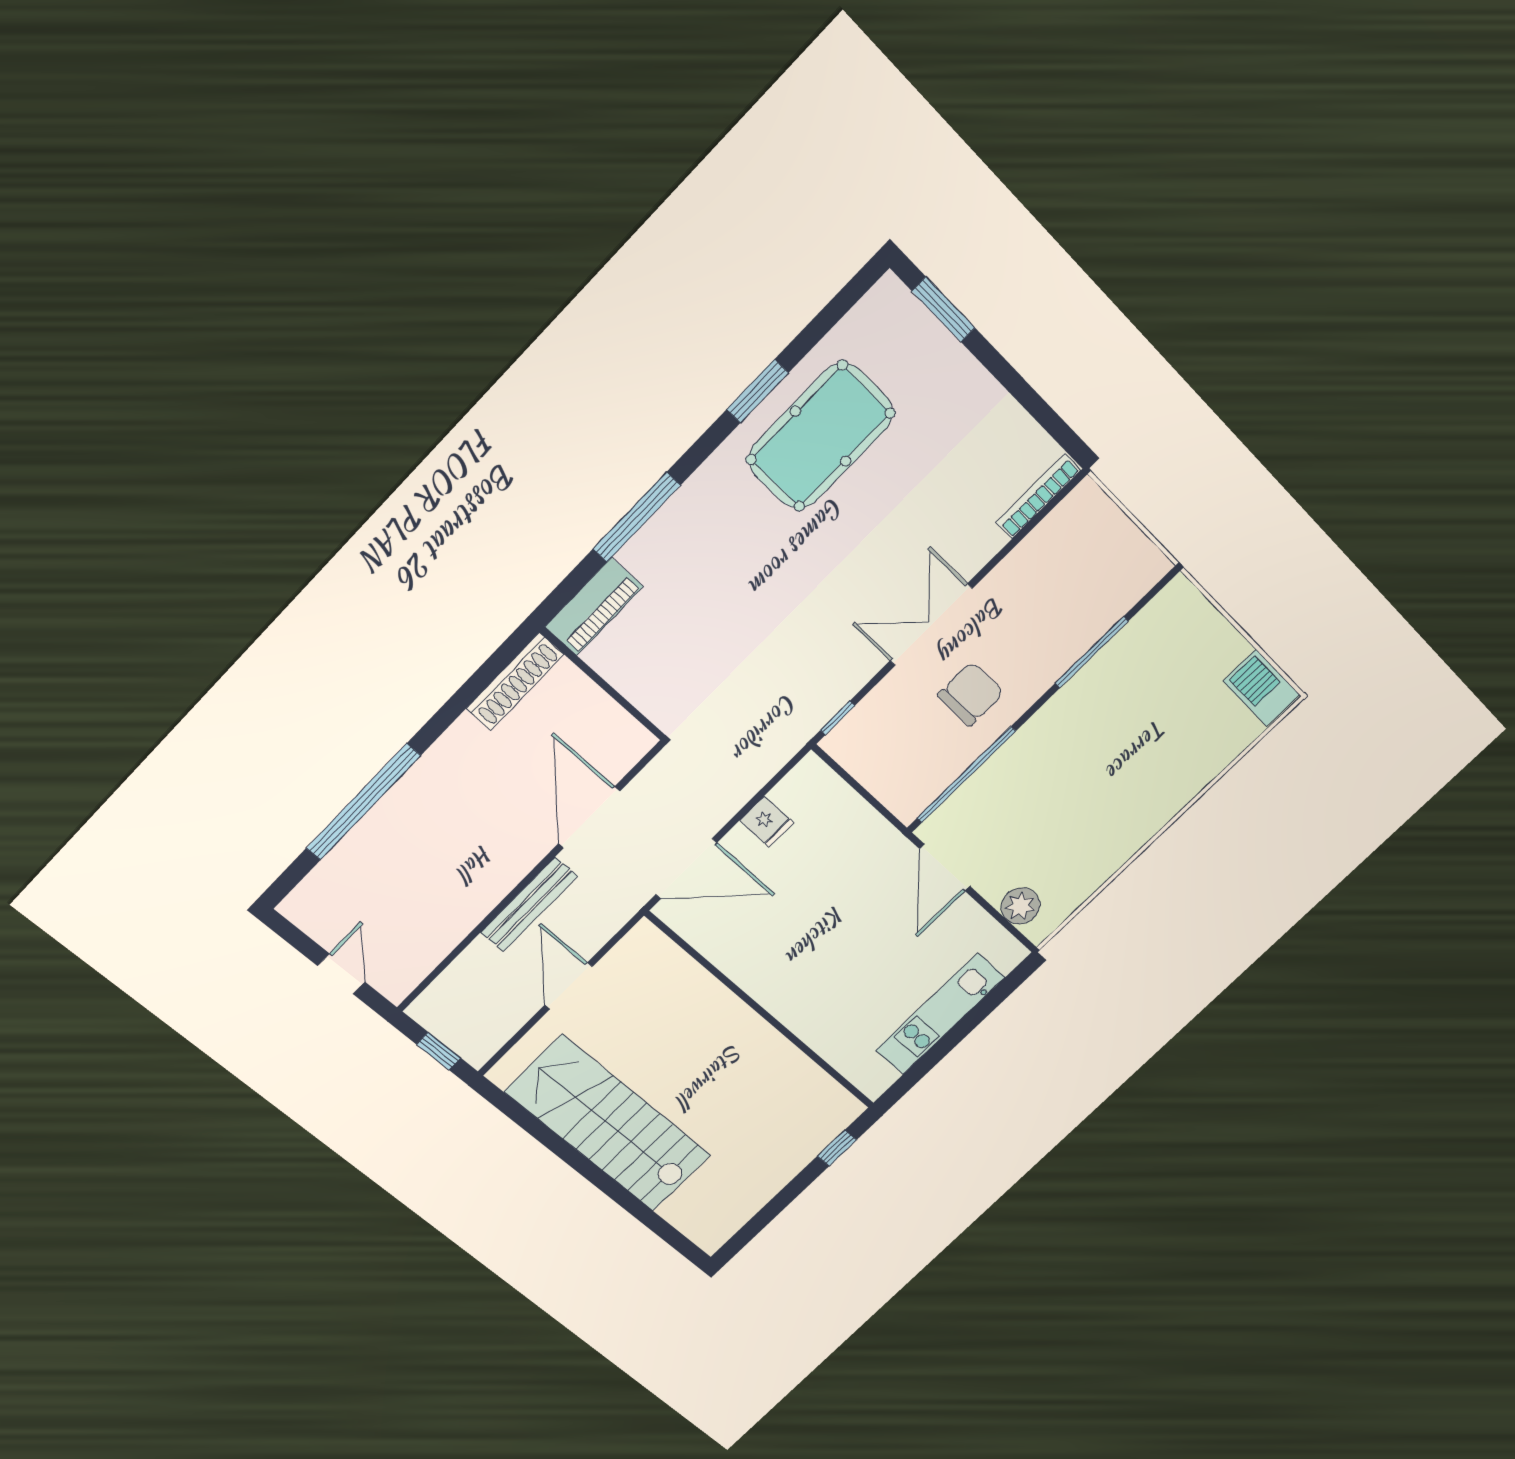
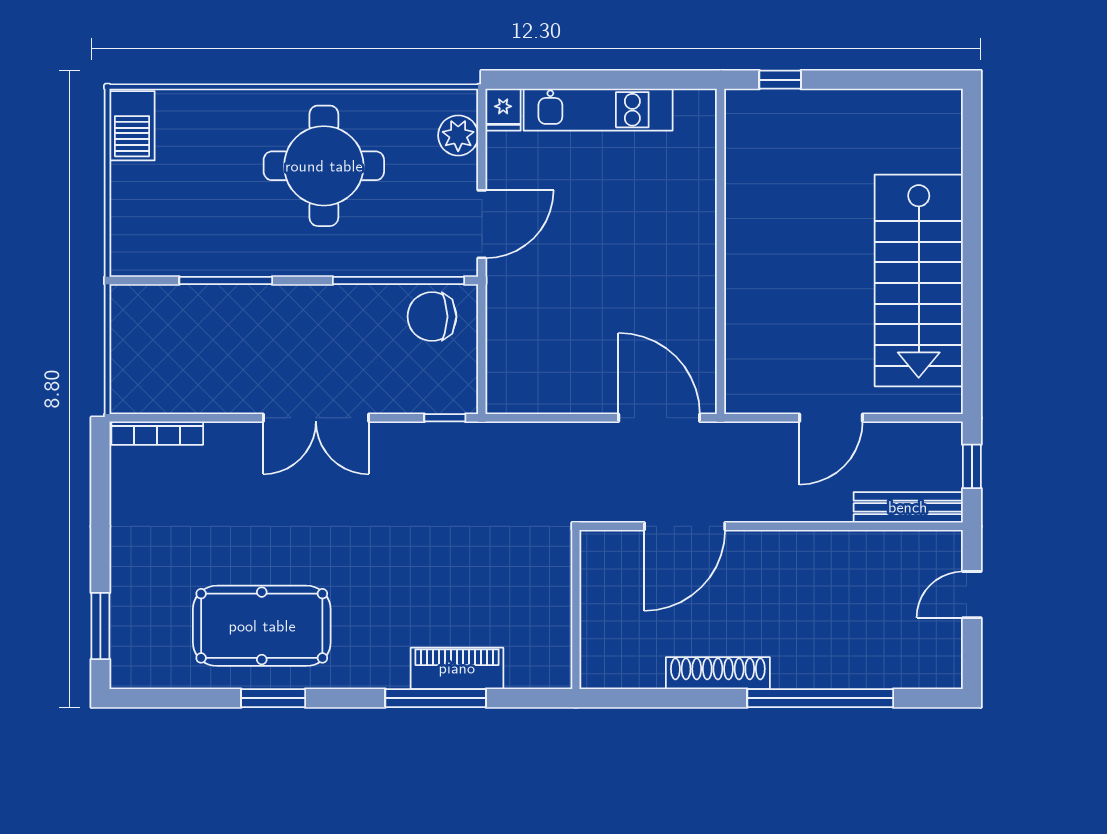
piano: (594, 607) -> (457, 668), moved
shoe rack: (515, 682) -> (718, 673), moved
chair: (971, 694) -> (432, 317), moved
round table: (1096, 796) -> (324, 166), added
fridge: (767, 822) -> (503, 110), moved, turned 180
bench: (529, 904) -> (908, 507), moved

